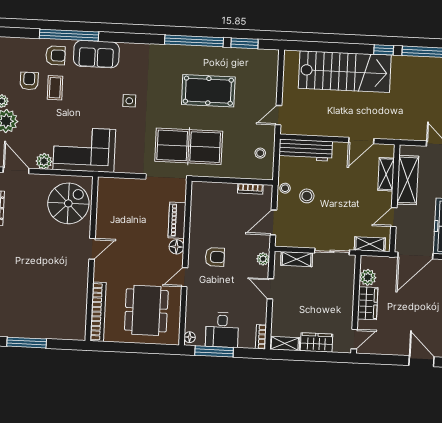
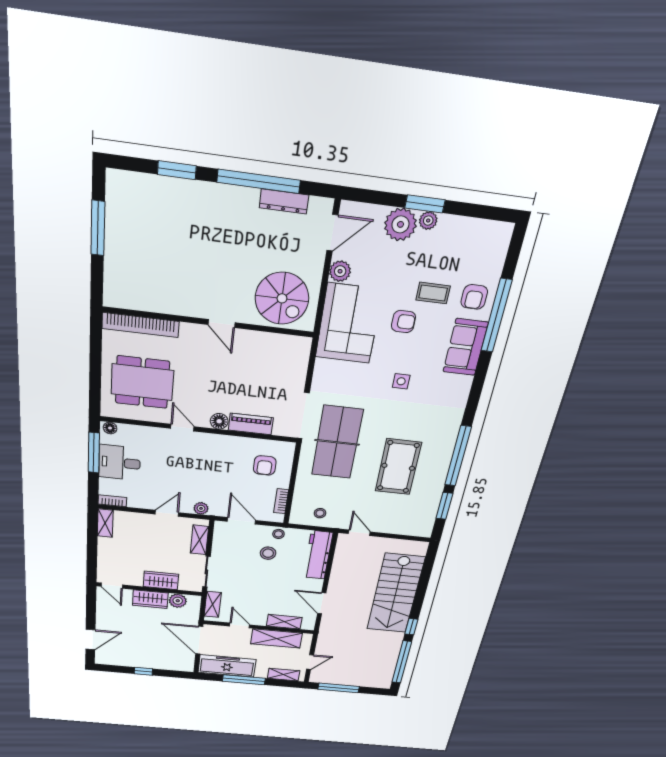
armchair: (29, 81) -> (403, 321), moved
armchair: (215, 257) -> (265, 465), moved
wardrobe: (317, 342) -> (161, 580), moved, turned -90

